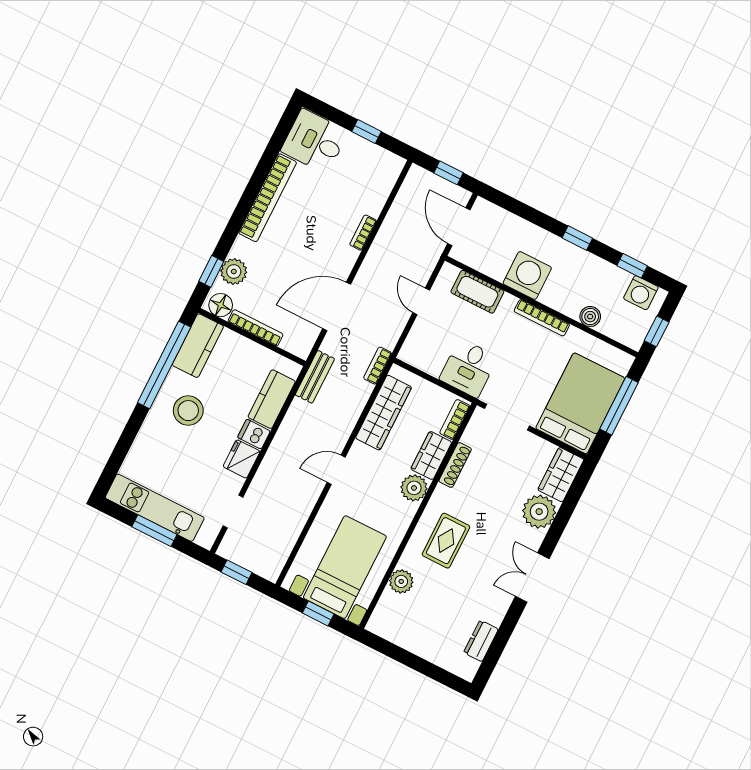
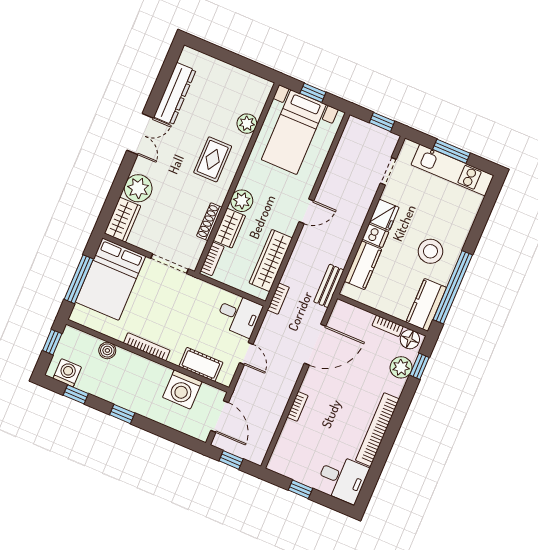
washing machine: (527, 276) -> (182, 389), moved
bookcase: (256, 328) -> (388, 326), width x0.64
desk: (469, 368) -> (239, 315), moved, turned 90
dresser: (481, 641) -> (175, 94), width x1.96, depth x1.24

